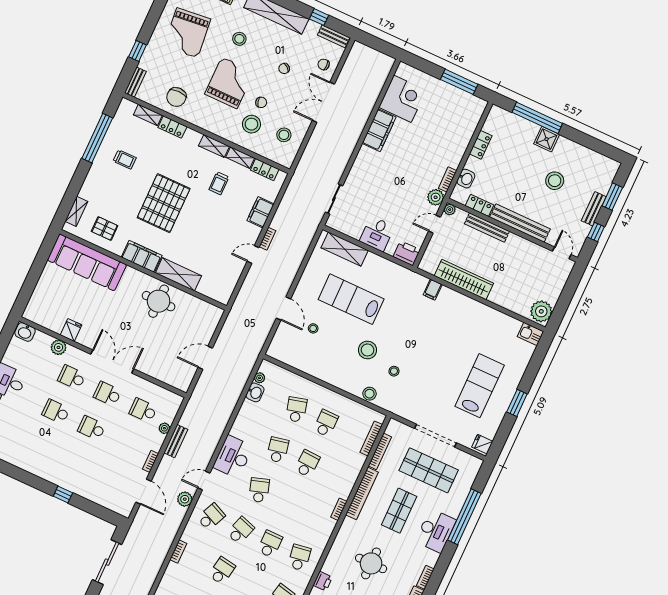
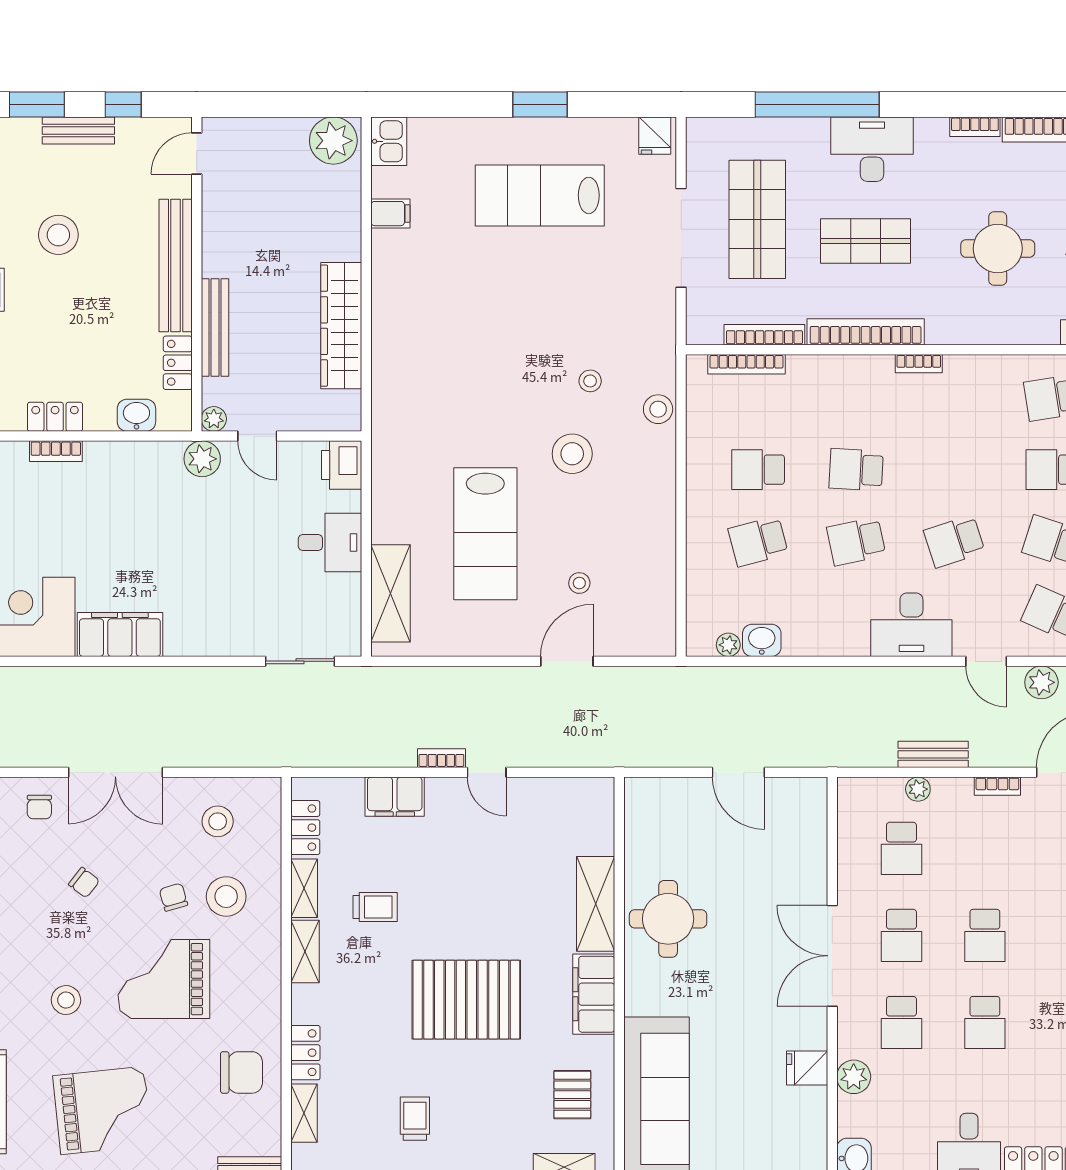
bookcase: (448, 179) -> (56, 451), moved
filing cabinet: (433, 290) -> (390, 214), moved

